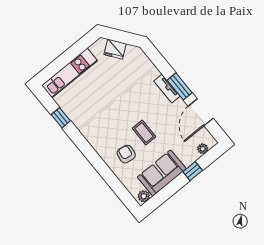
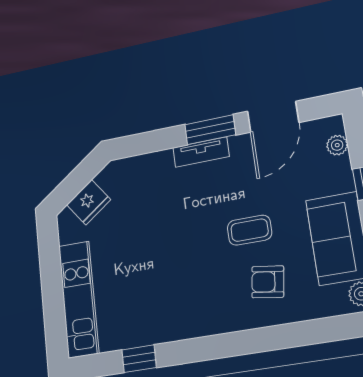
door: (201, 112) -> (273, 117), hinge flipped

